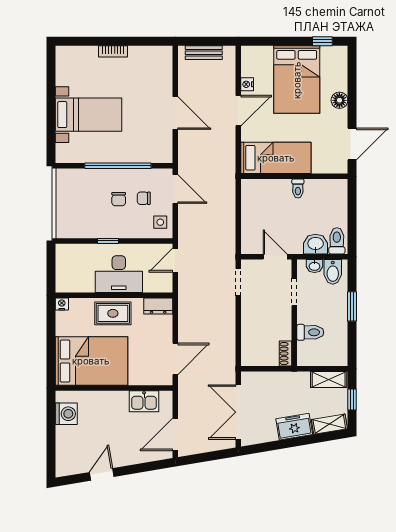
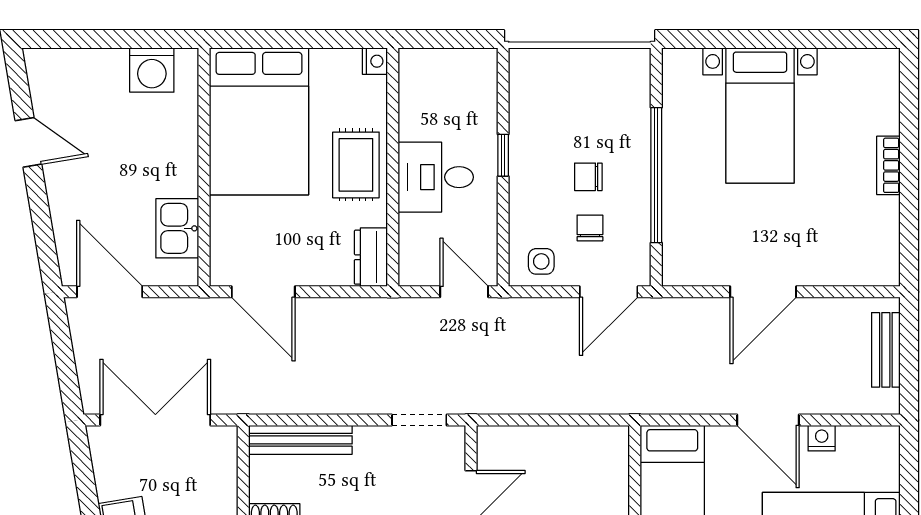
desk: (119, 274) -> (436, 177), width x0.73
bench: (248, 341) -> (300, 440), added

